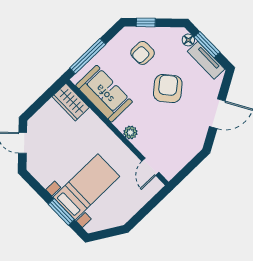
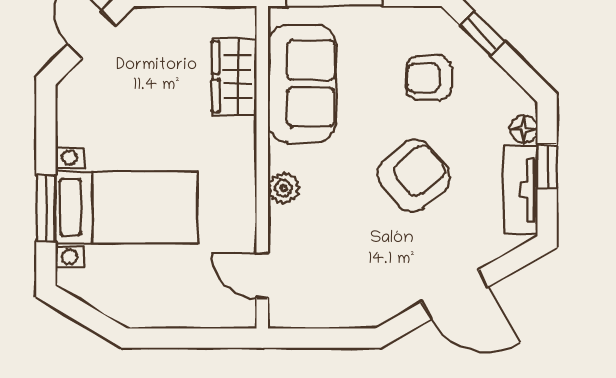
window: (207, 45) -> (547, 166), width x0.67
wardrobe: (71, 102) -> (234, 77), moved
door: (150, 167) -> (262, 276), hinge flipped

